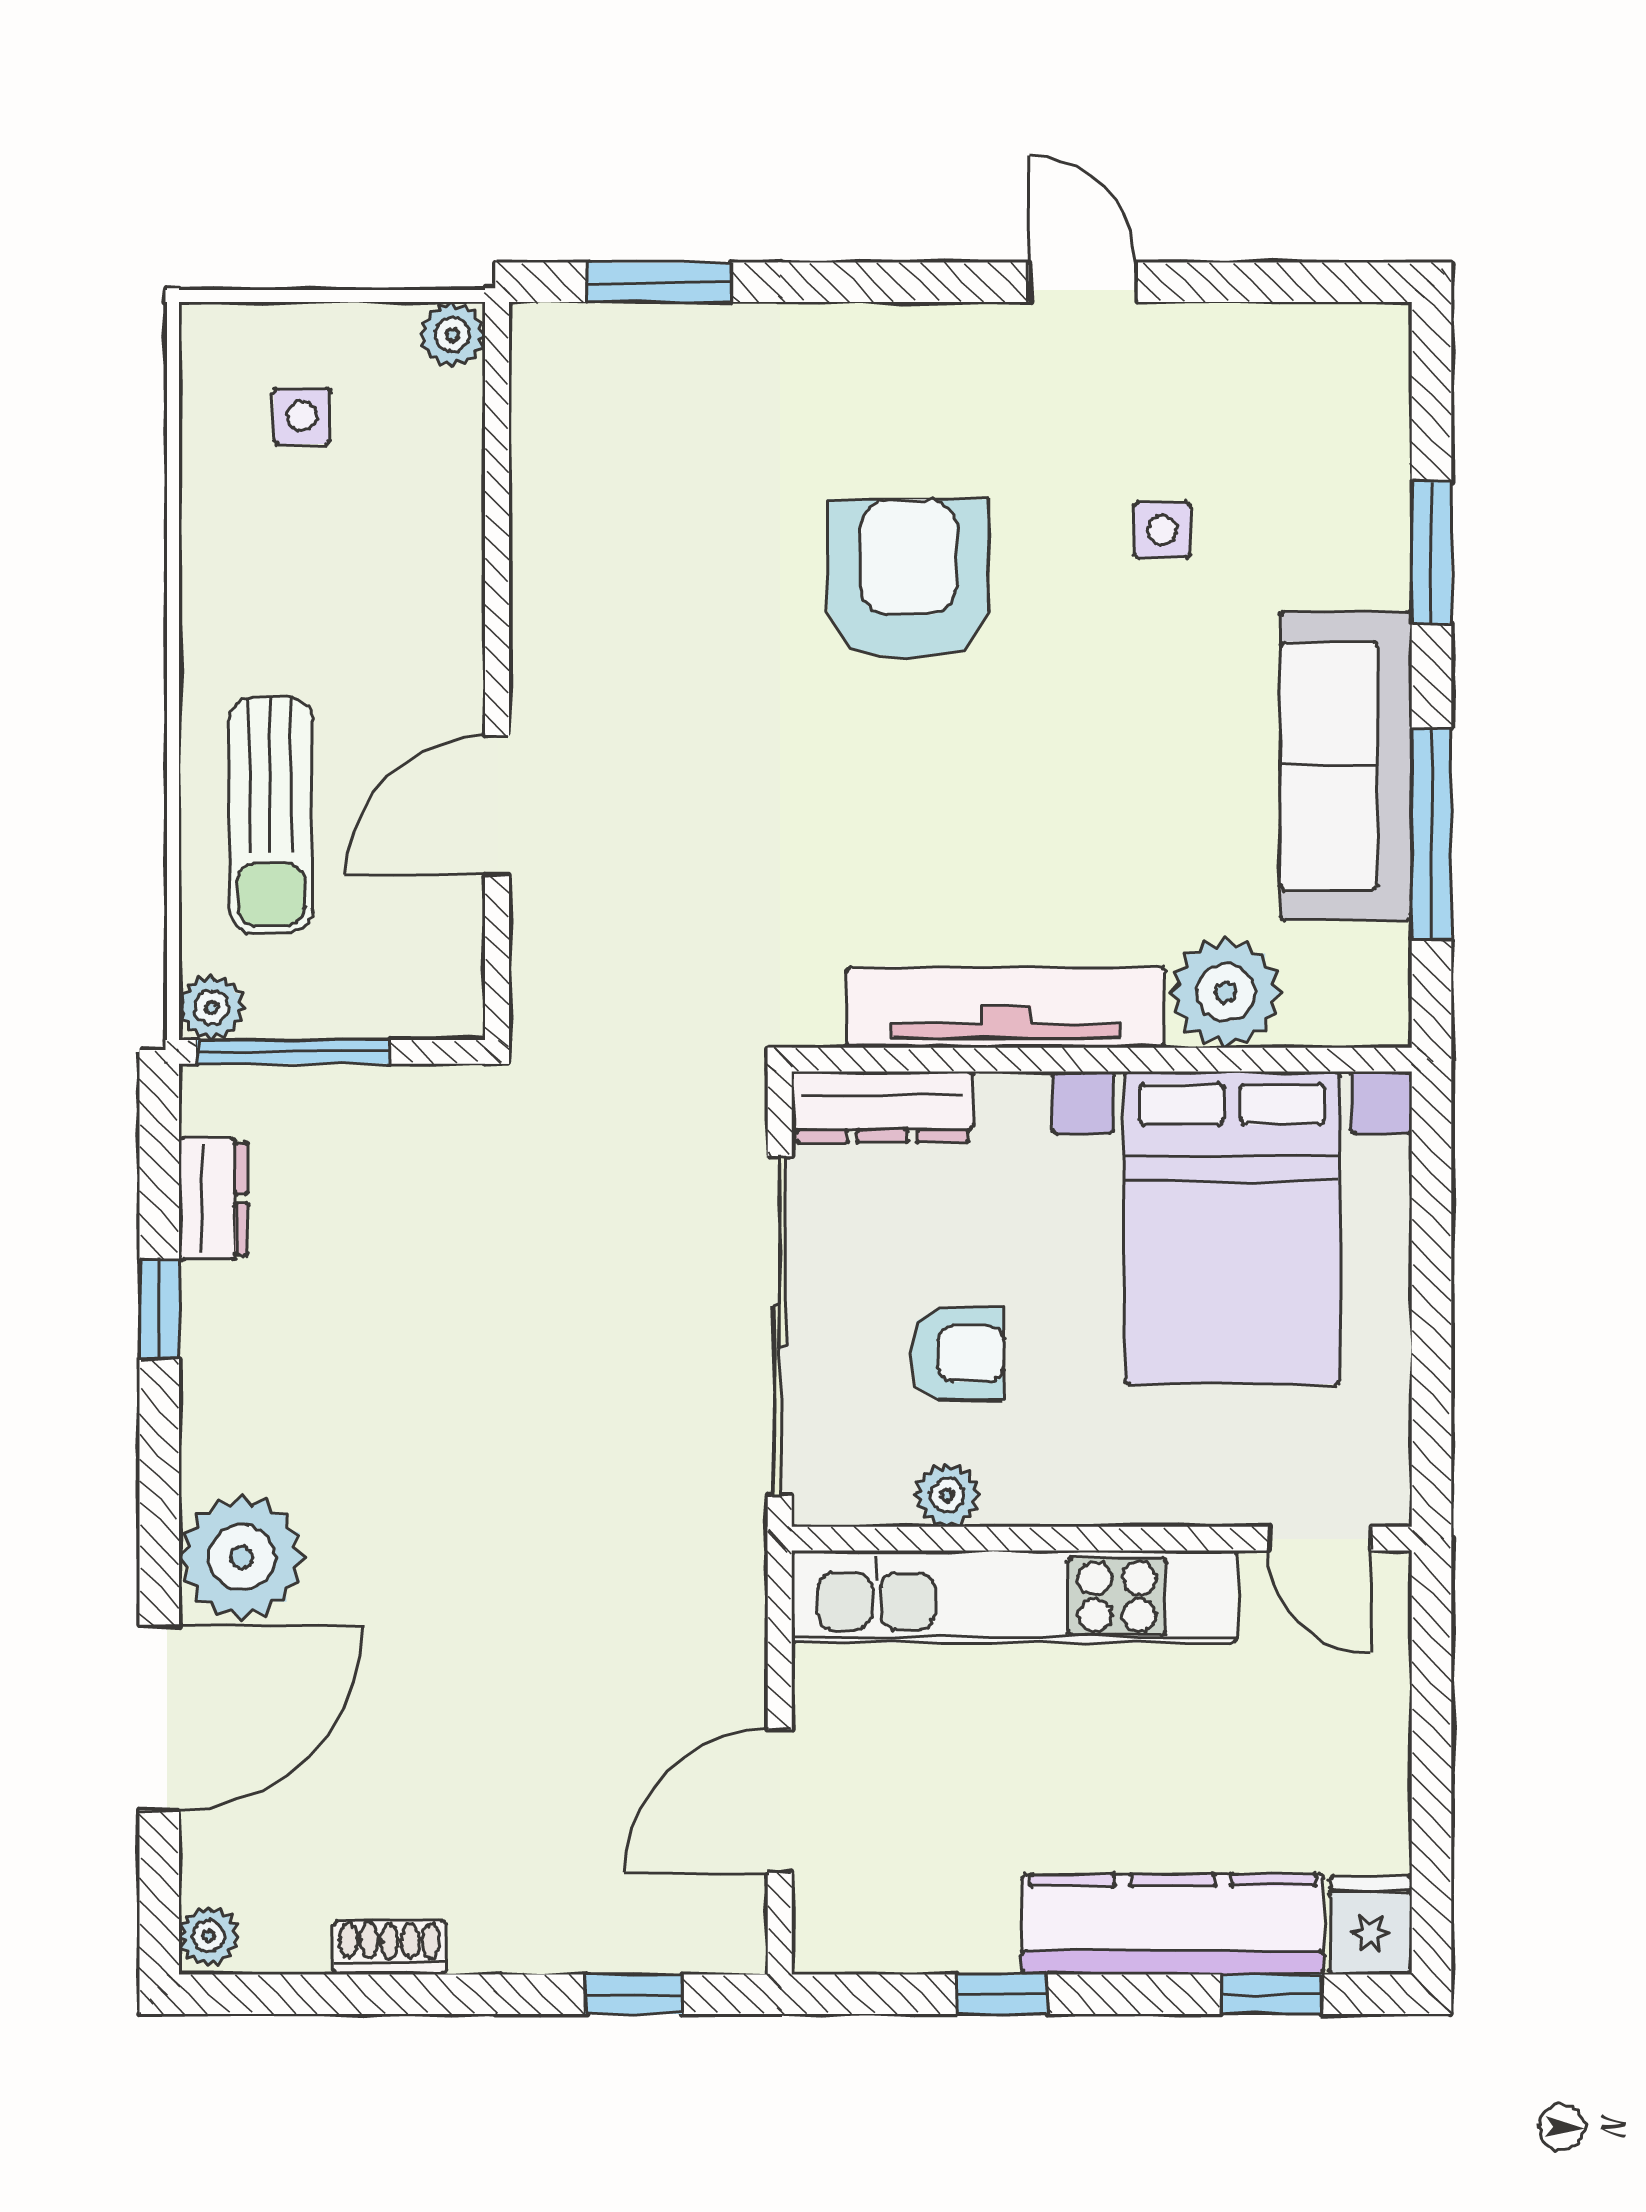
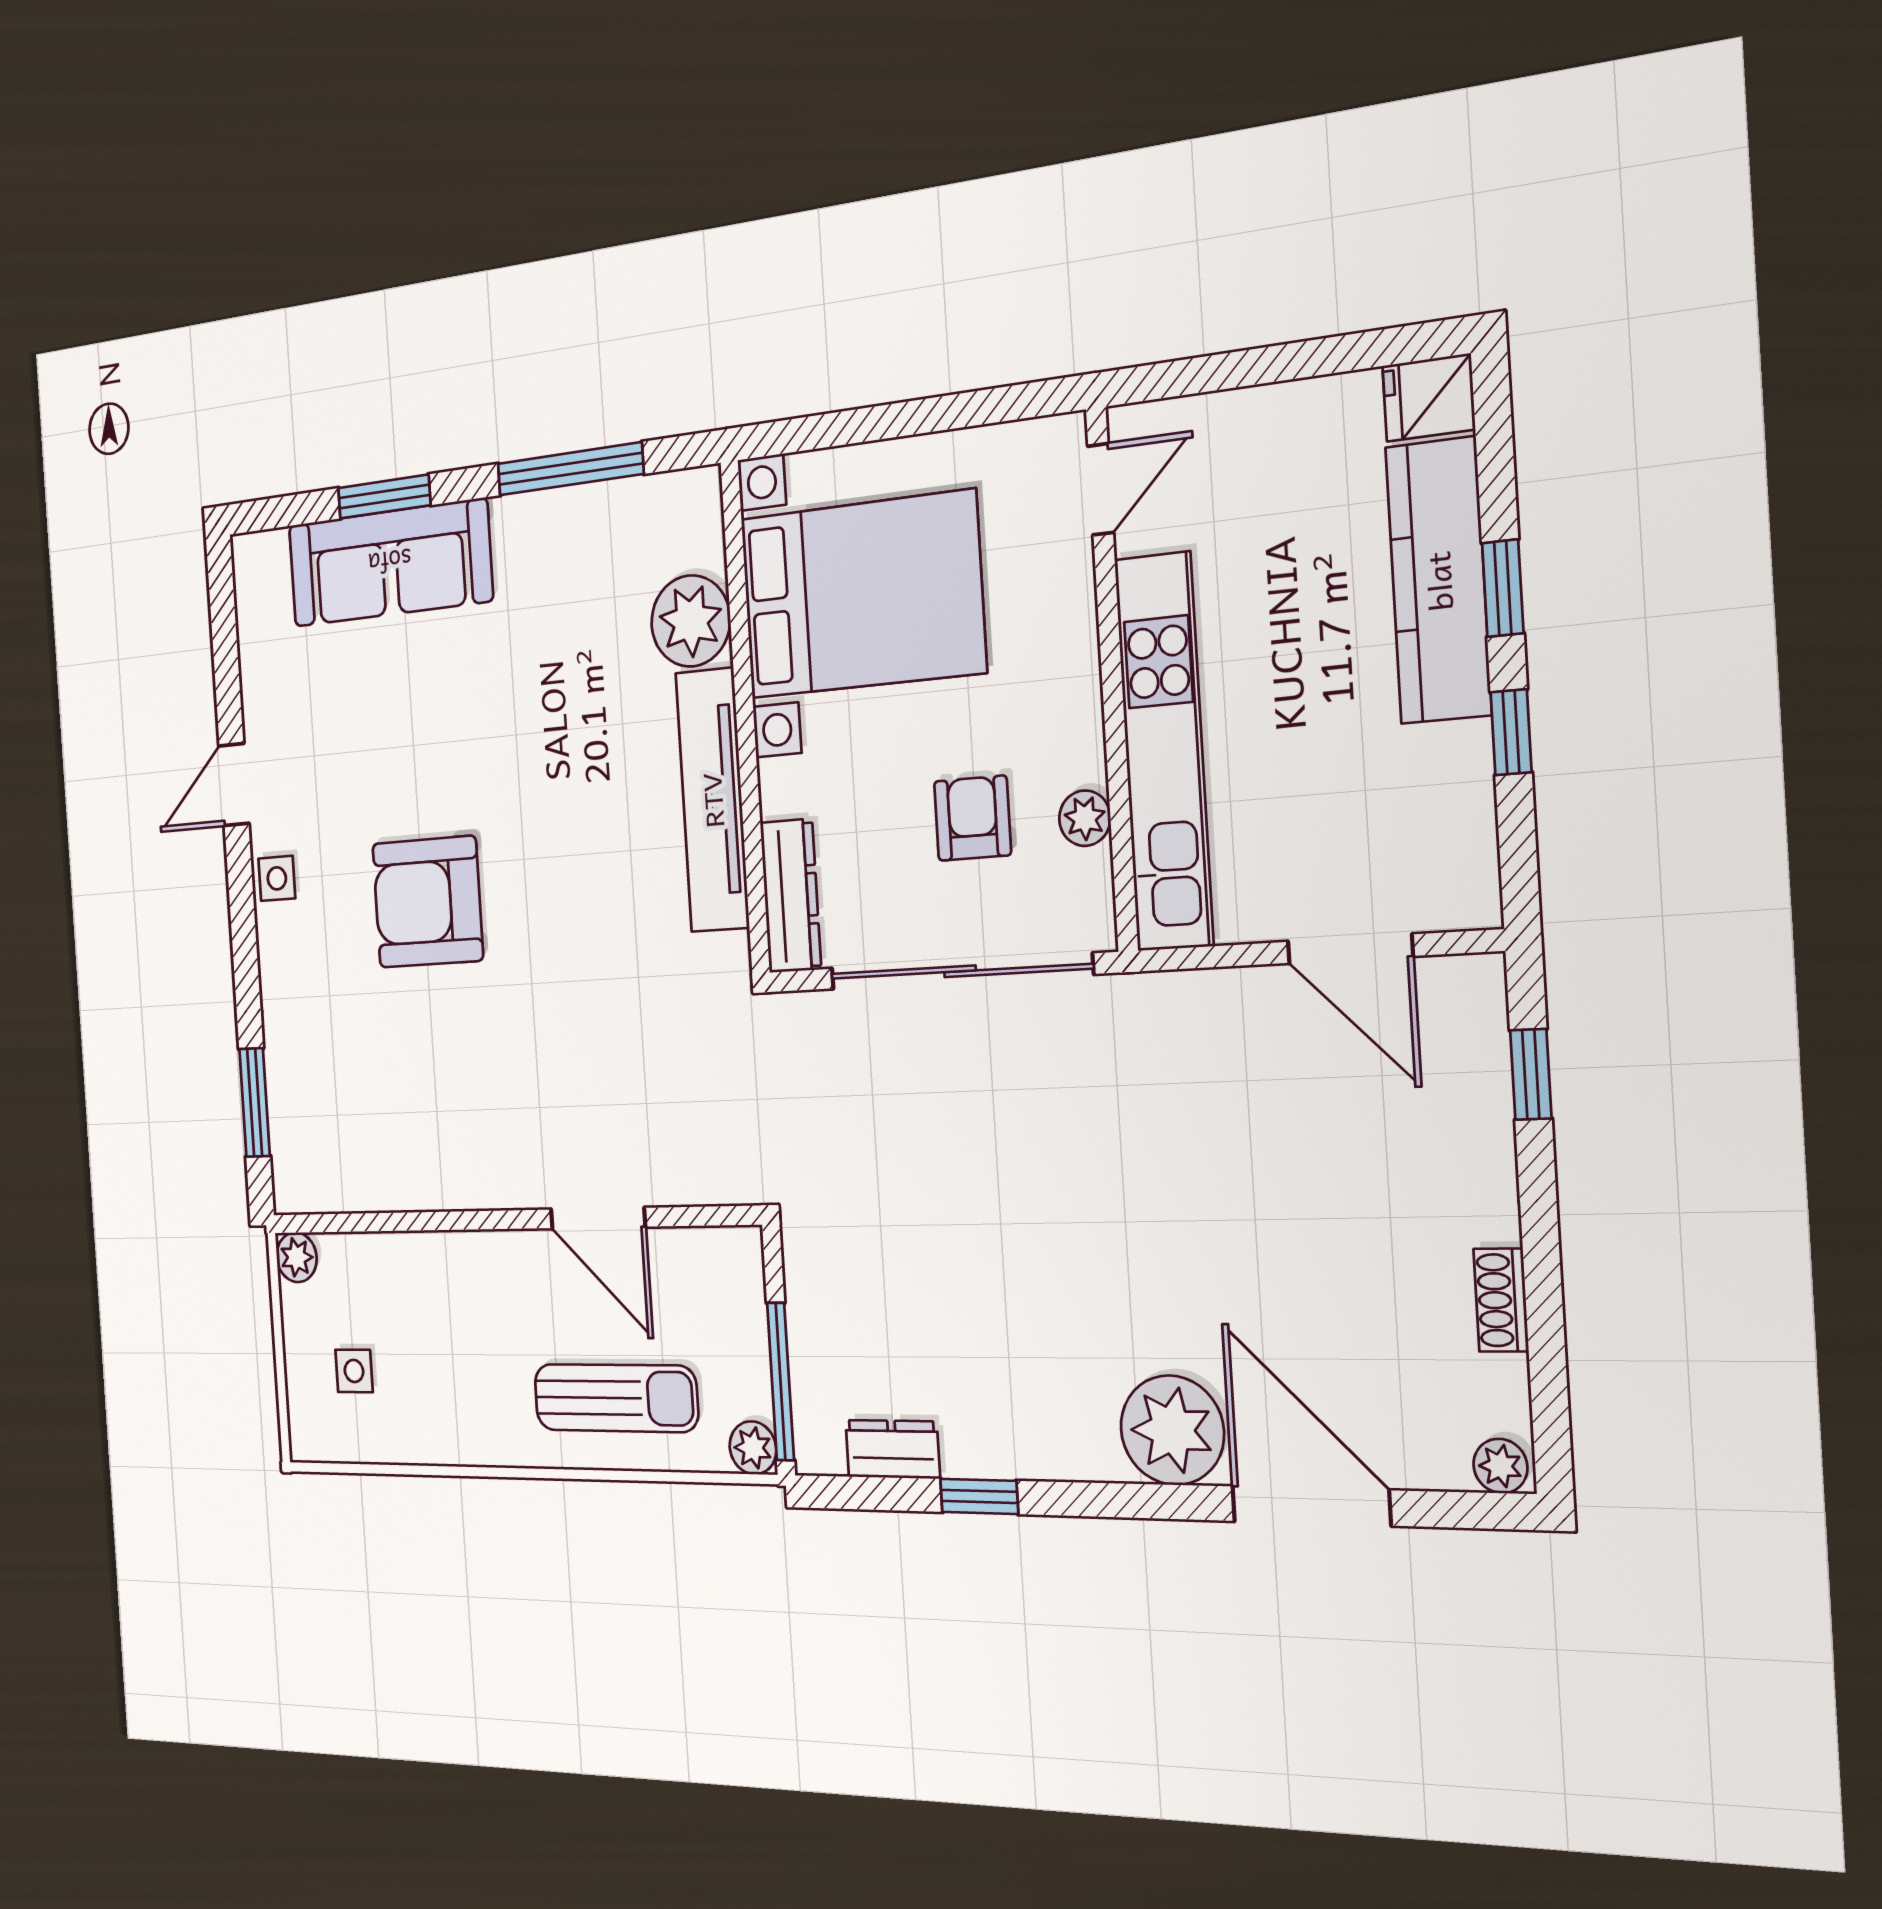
side table: (1162, 530) -> (277, 878), moved
sofa: (1346, 766) -> (390, 563), moved
window: (1271, 1994) -> (1503, 588), moved

